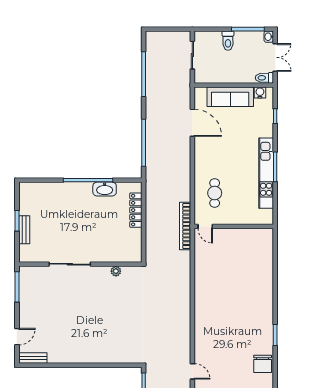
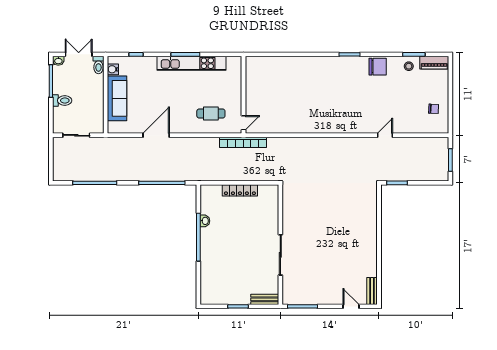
door: (192, 123) -> (156, 135), moved
washbasin: (105, 189) -> (205, 221), width x0.52, depth x0.69
locker: (136, 210) -> (240, 190), moved
bench: (24, 230) -> (265, 299), moved
plant: (116, 271) -> (287, 210), removed

